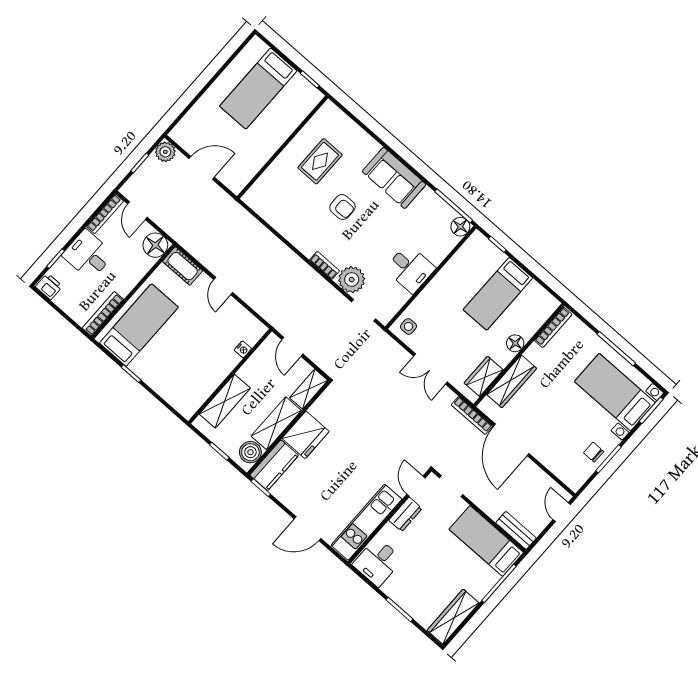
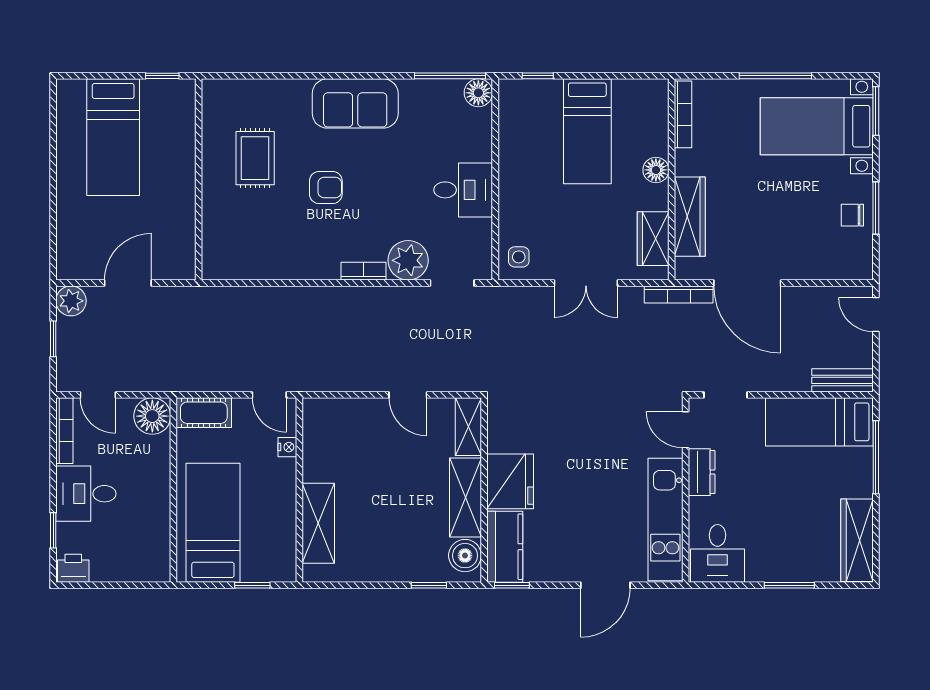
bookcase: (103, 314) -> (161, 546), removed
nightstand: (243, 349) -> (287, 447), moved
wall: (230, 376) -> (299, 490), moved
shelving: (225, 401) -> (318, 523), moved

